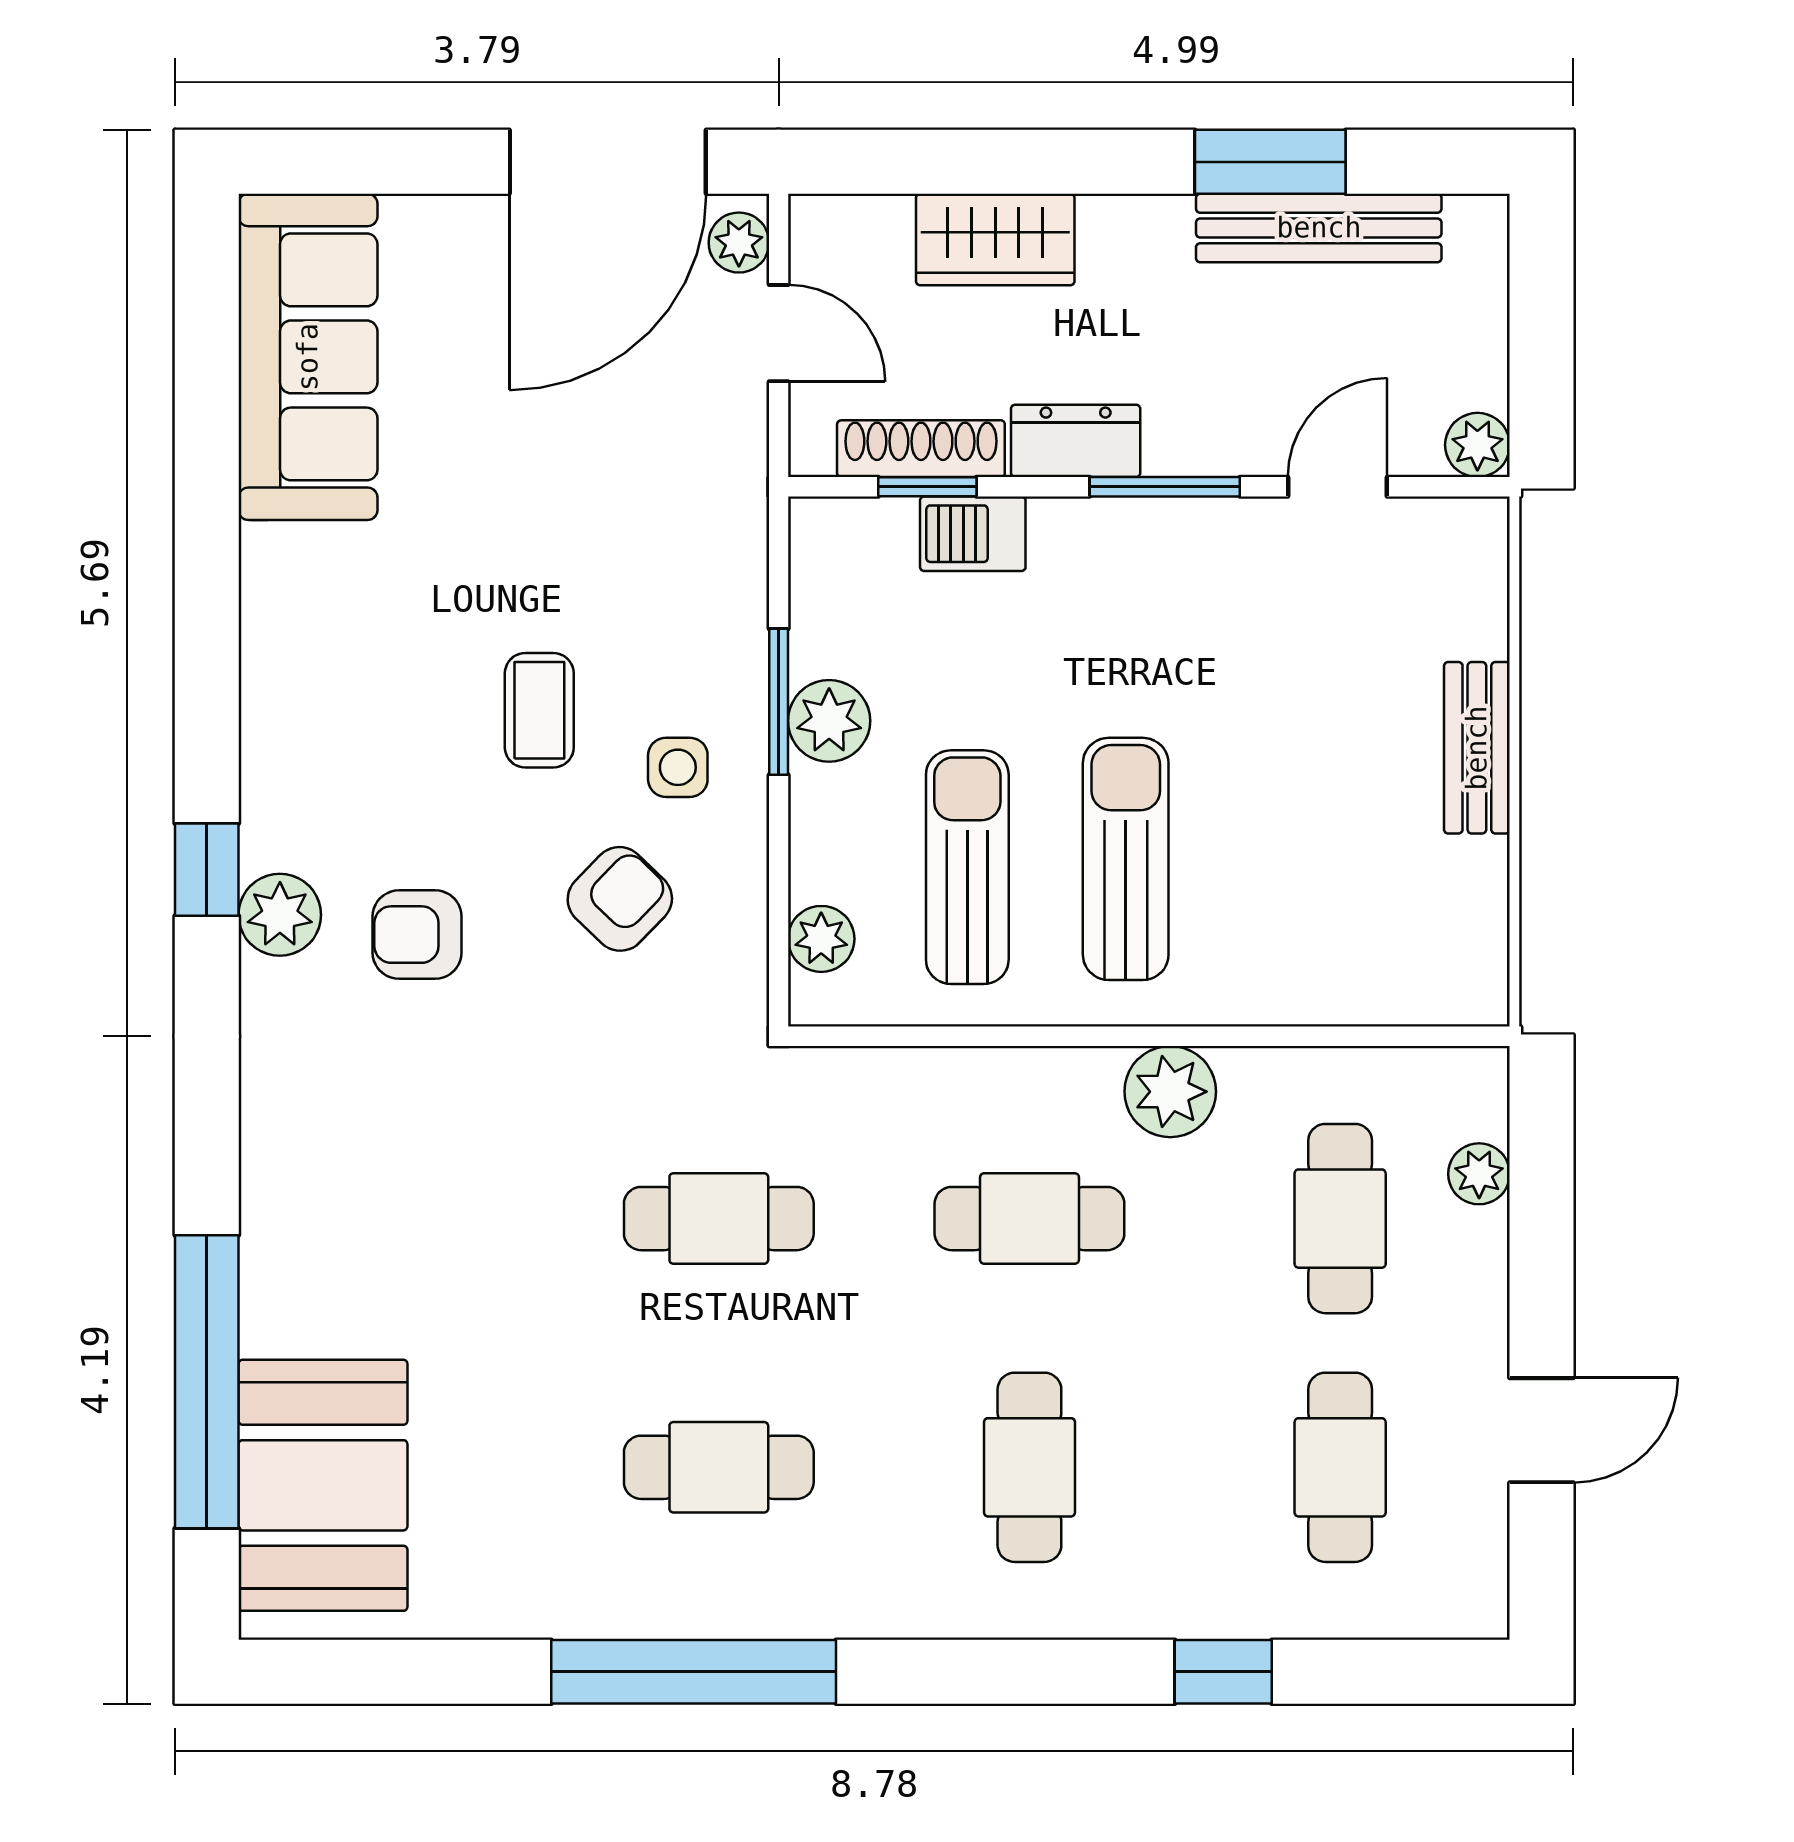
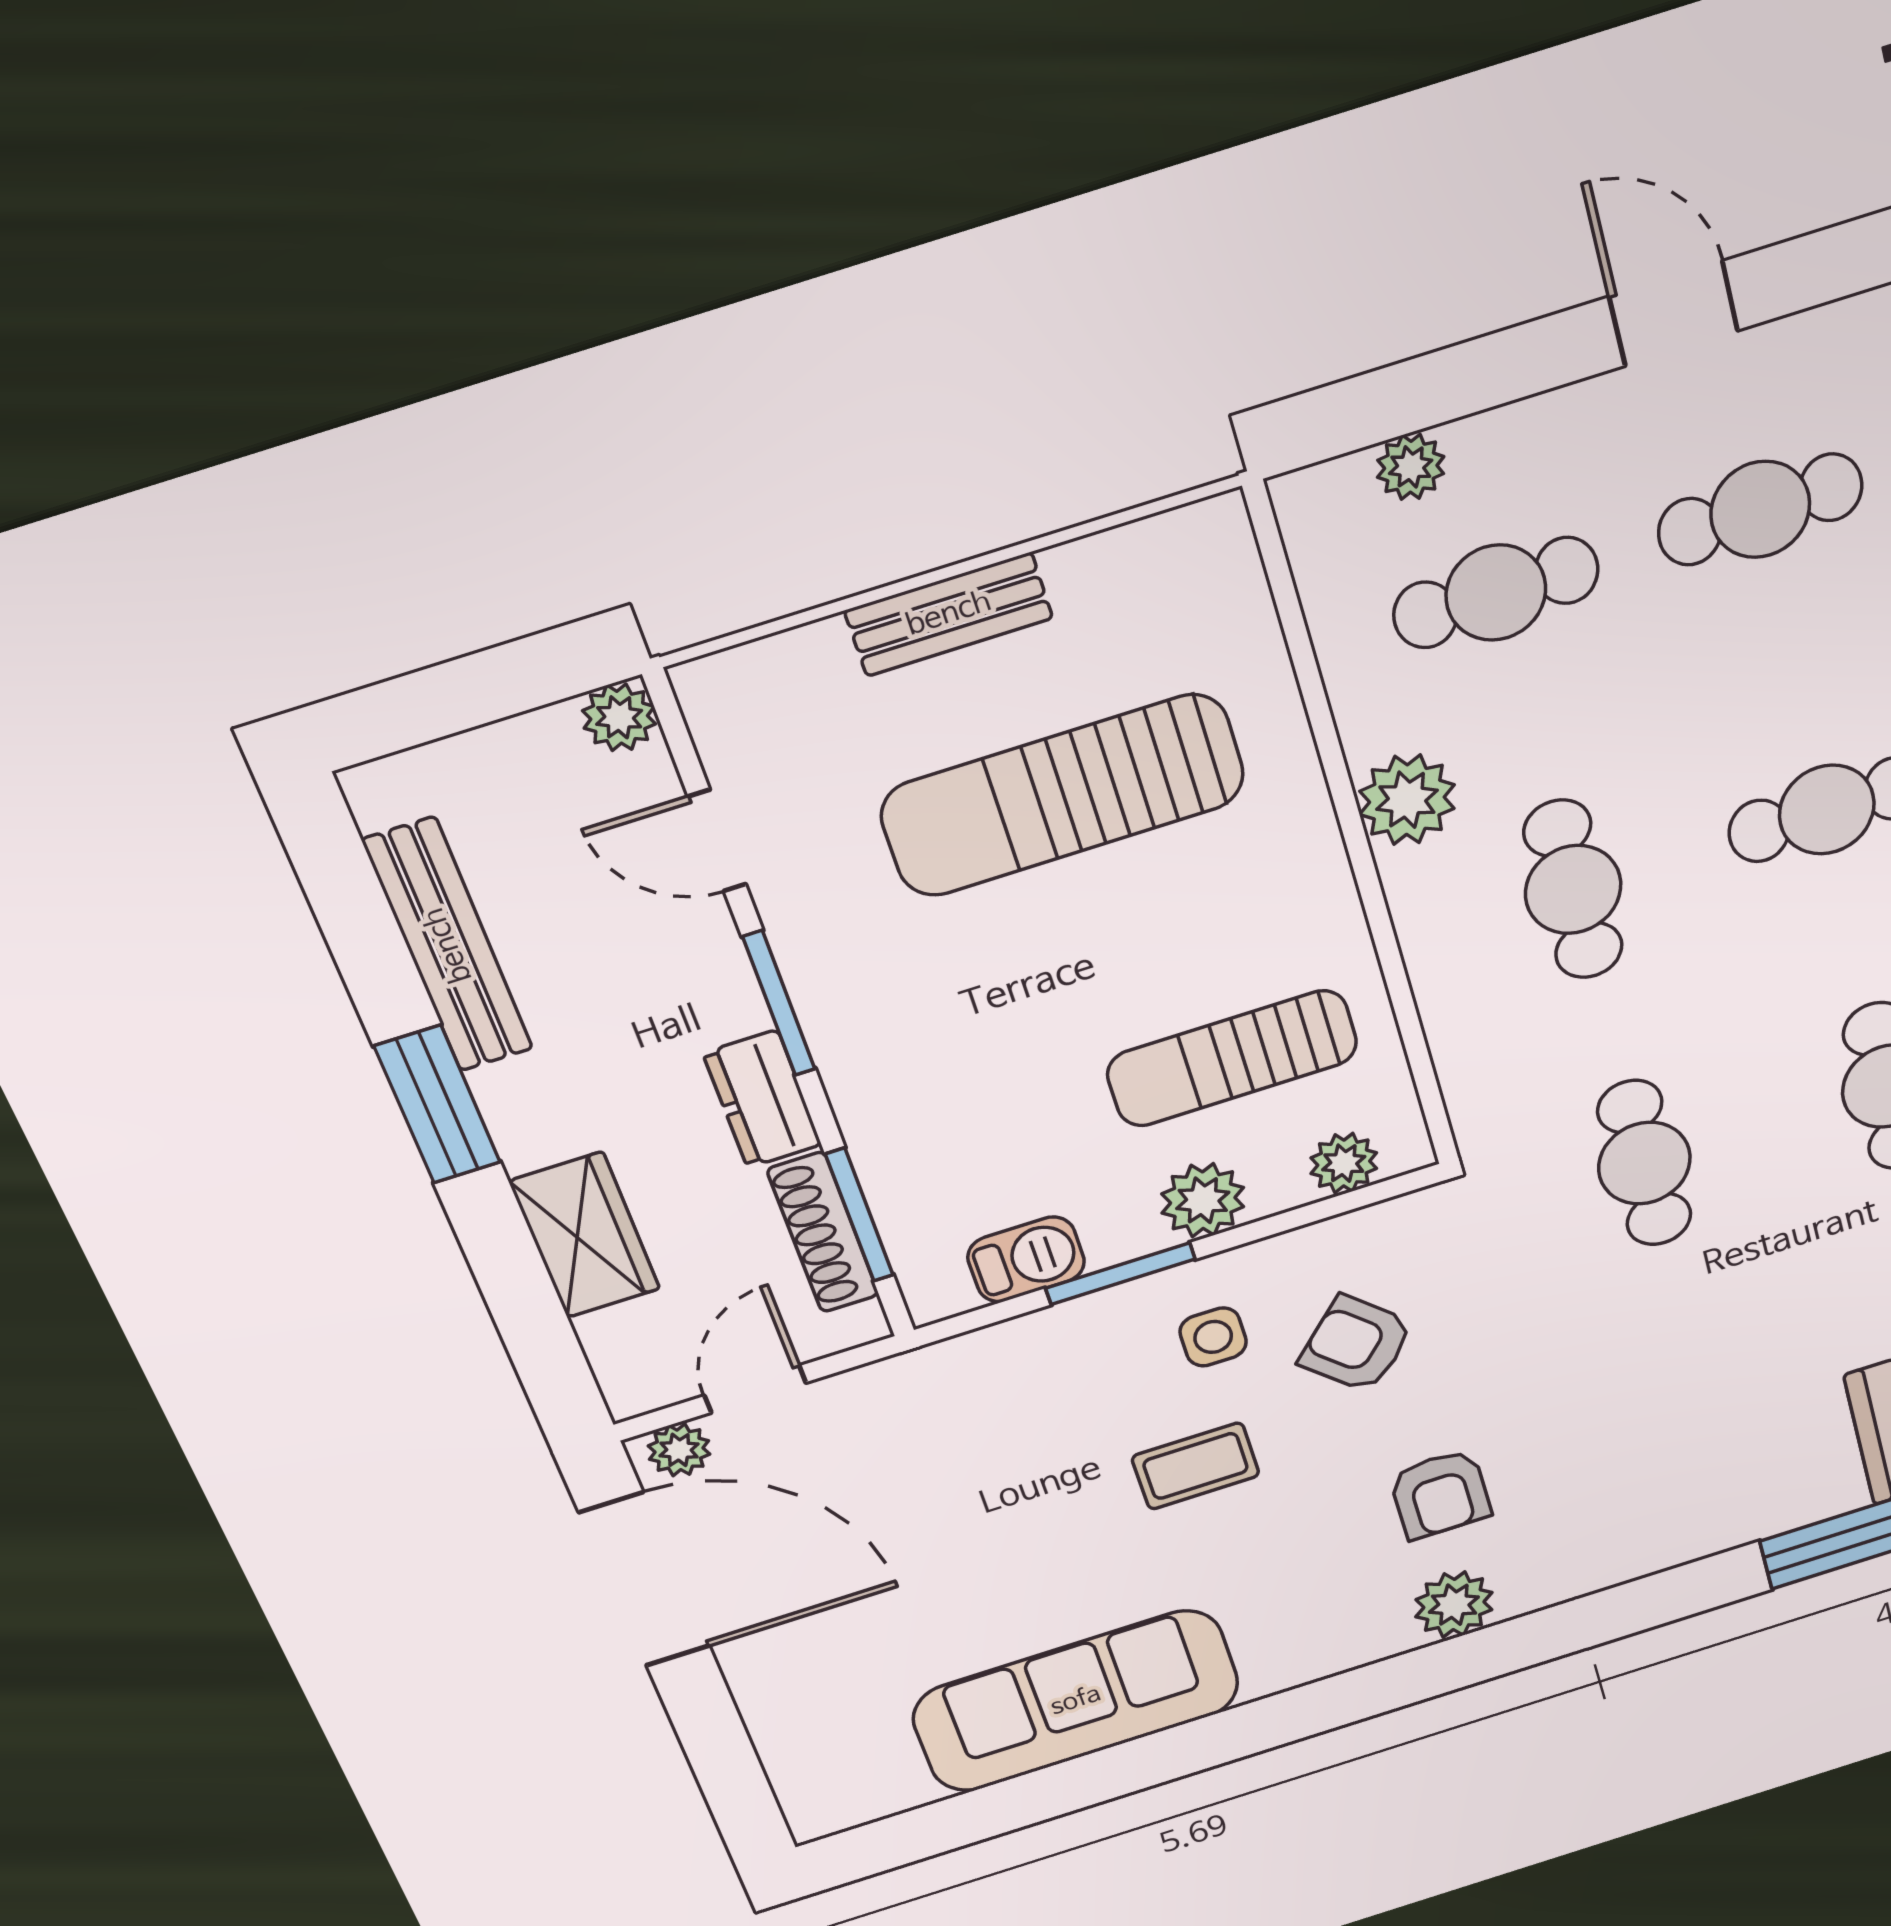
window: (1270, 162) -> (437, 1104), moved
sofa: (308, 357) -> (1076, 1701), moved
window: (927, 487) -> (859, 1215), width x1.50
barbecue: (973, 534) -> (1026, 1259), moved, turned -90
plant: (829, 721) -> (1203, 1200), moved
sun lounger: (1126, 859) -> (1063, 795), moved, width x1.36, depth x1.34
window: (207, 870) -> (1429, 1672), removed

